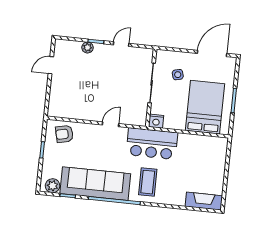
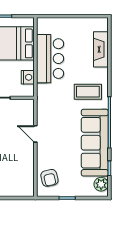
nightstand: (156, 121) -> (28, 77), moved
bar counter: (152, 144) -> (50, 59), moved
fireplace: (204, 201) -> (101, 49), moved

